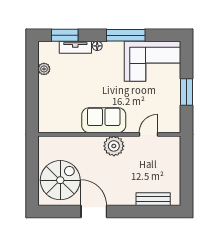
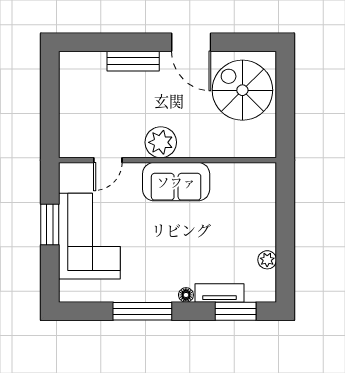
corner sofa: (153, 61) -> (89, 236), moved, turned 90
spiral stairs: (60, 180) -> (242, 90), turned 90
bench: (153, 199) -> (133, 61), moved

